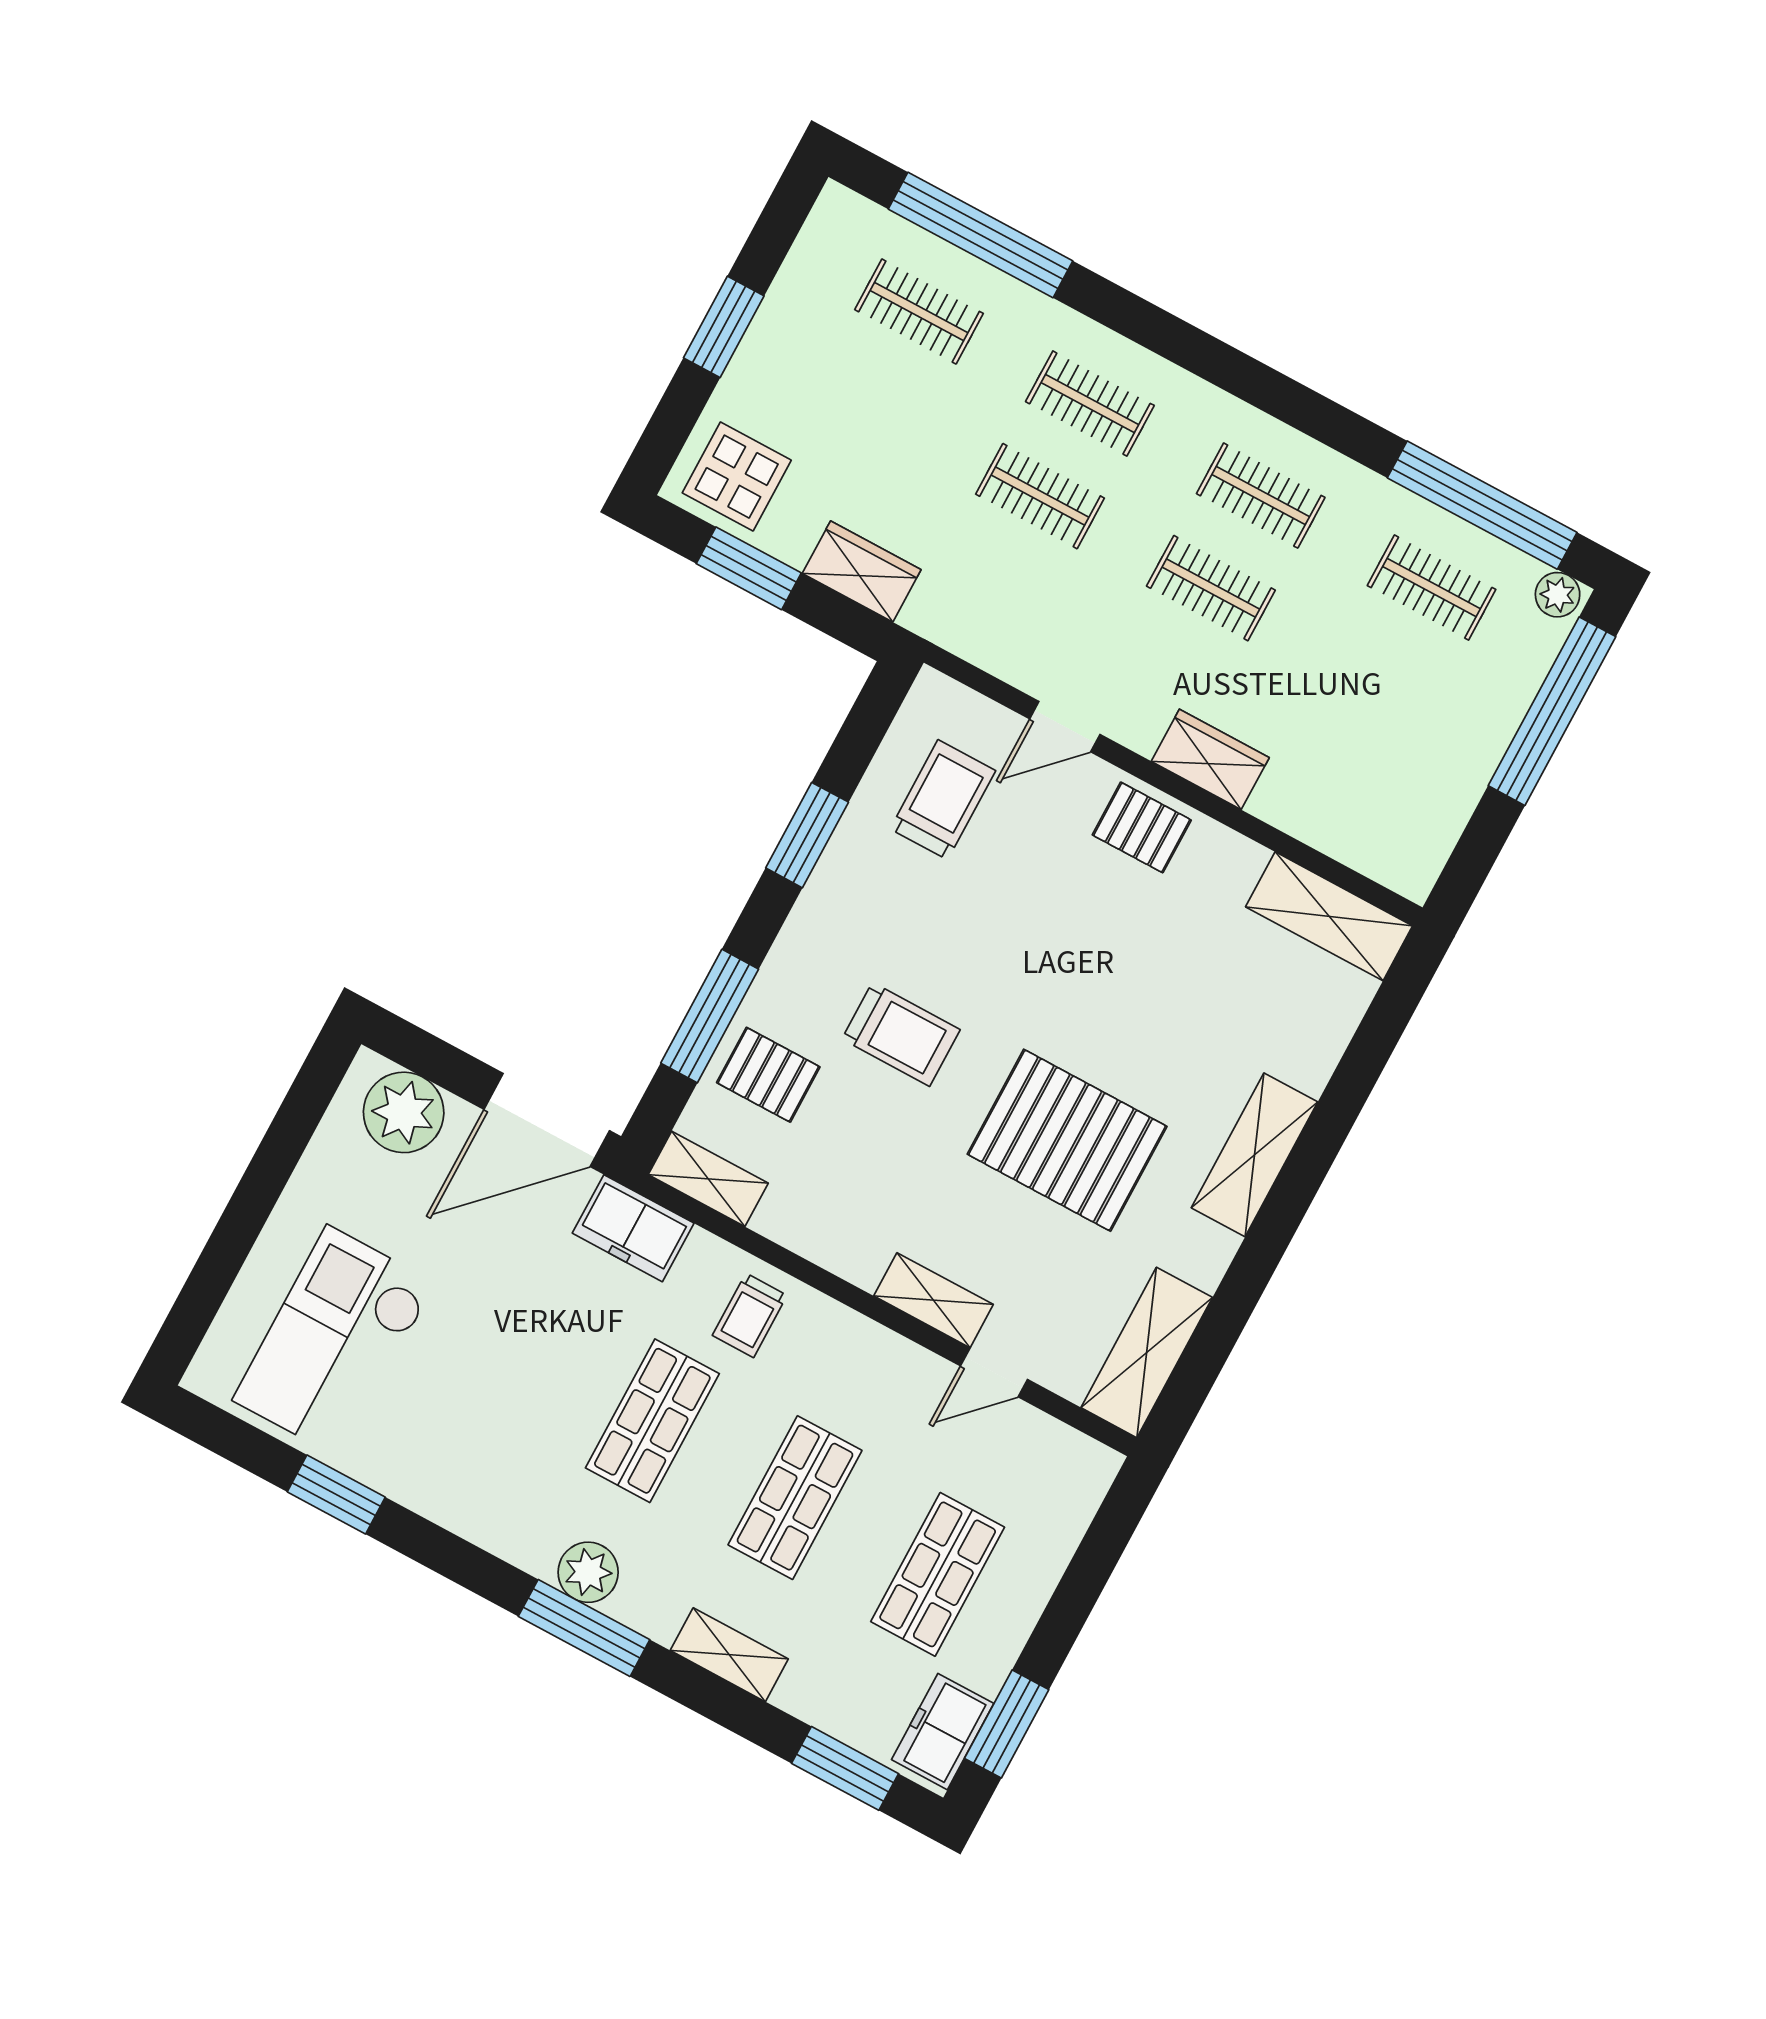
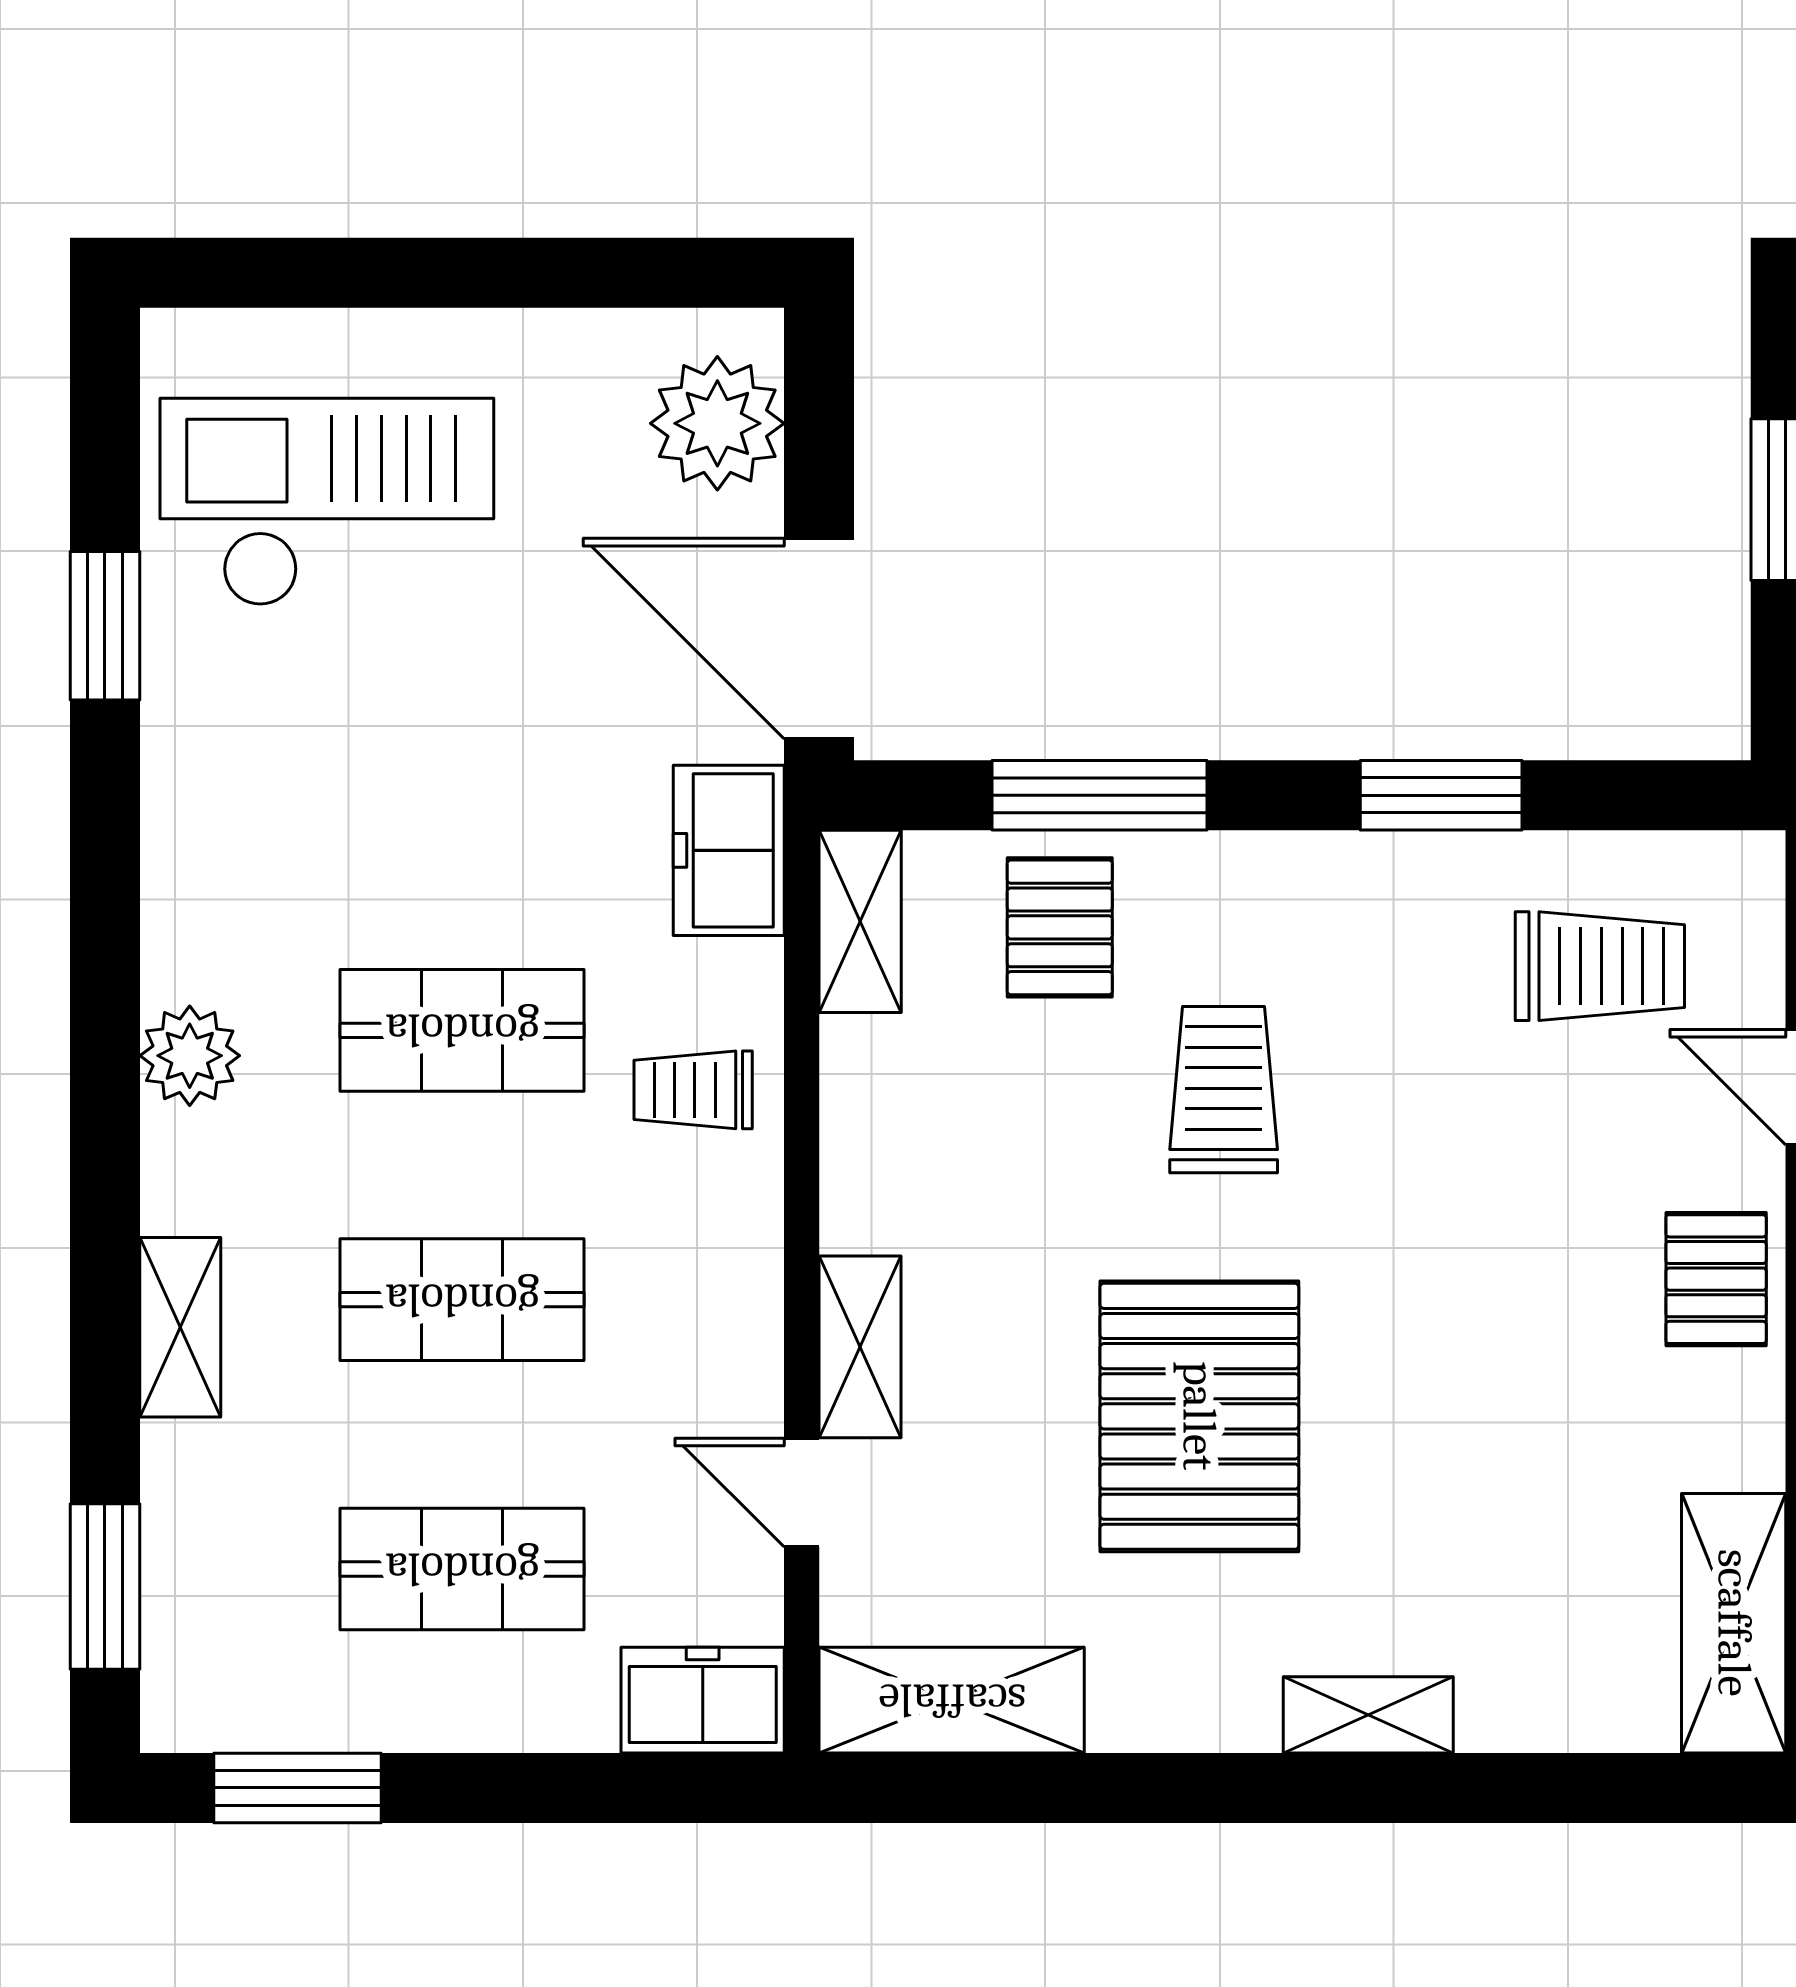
trolley: (901, 1034) -> (1224, 1090), turned 180
shelving: (1255, 1155) -> (1368, 1715), width x0.67, depth x0.75
window: (584, 1628) -> (105, 1094), removed
freezer: (943, 1732) -> (703, 1700), moved

